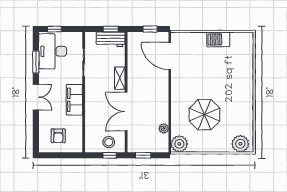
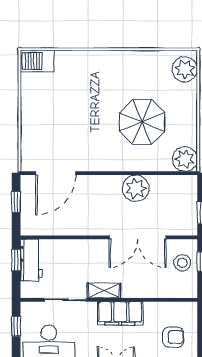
window: (54, 29) -> (16, 326), moved
barbecue: (218, 39) -> (37, 61), moved, turned 90
shelving: (120, 78) -> (104, 291), moved
plant: (164, 128) -> (136, 188), moved, width x1.87, depth x1.87

